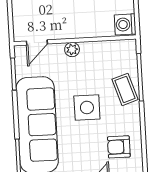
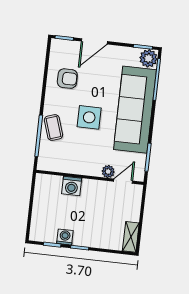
washing machine: (125, 24) -> (72, 186), moved, turned 90
plant: (72, 50) -> (108, 171), moved

